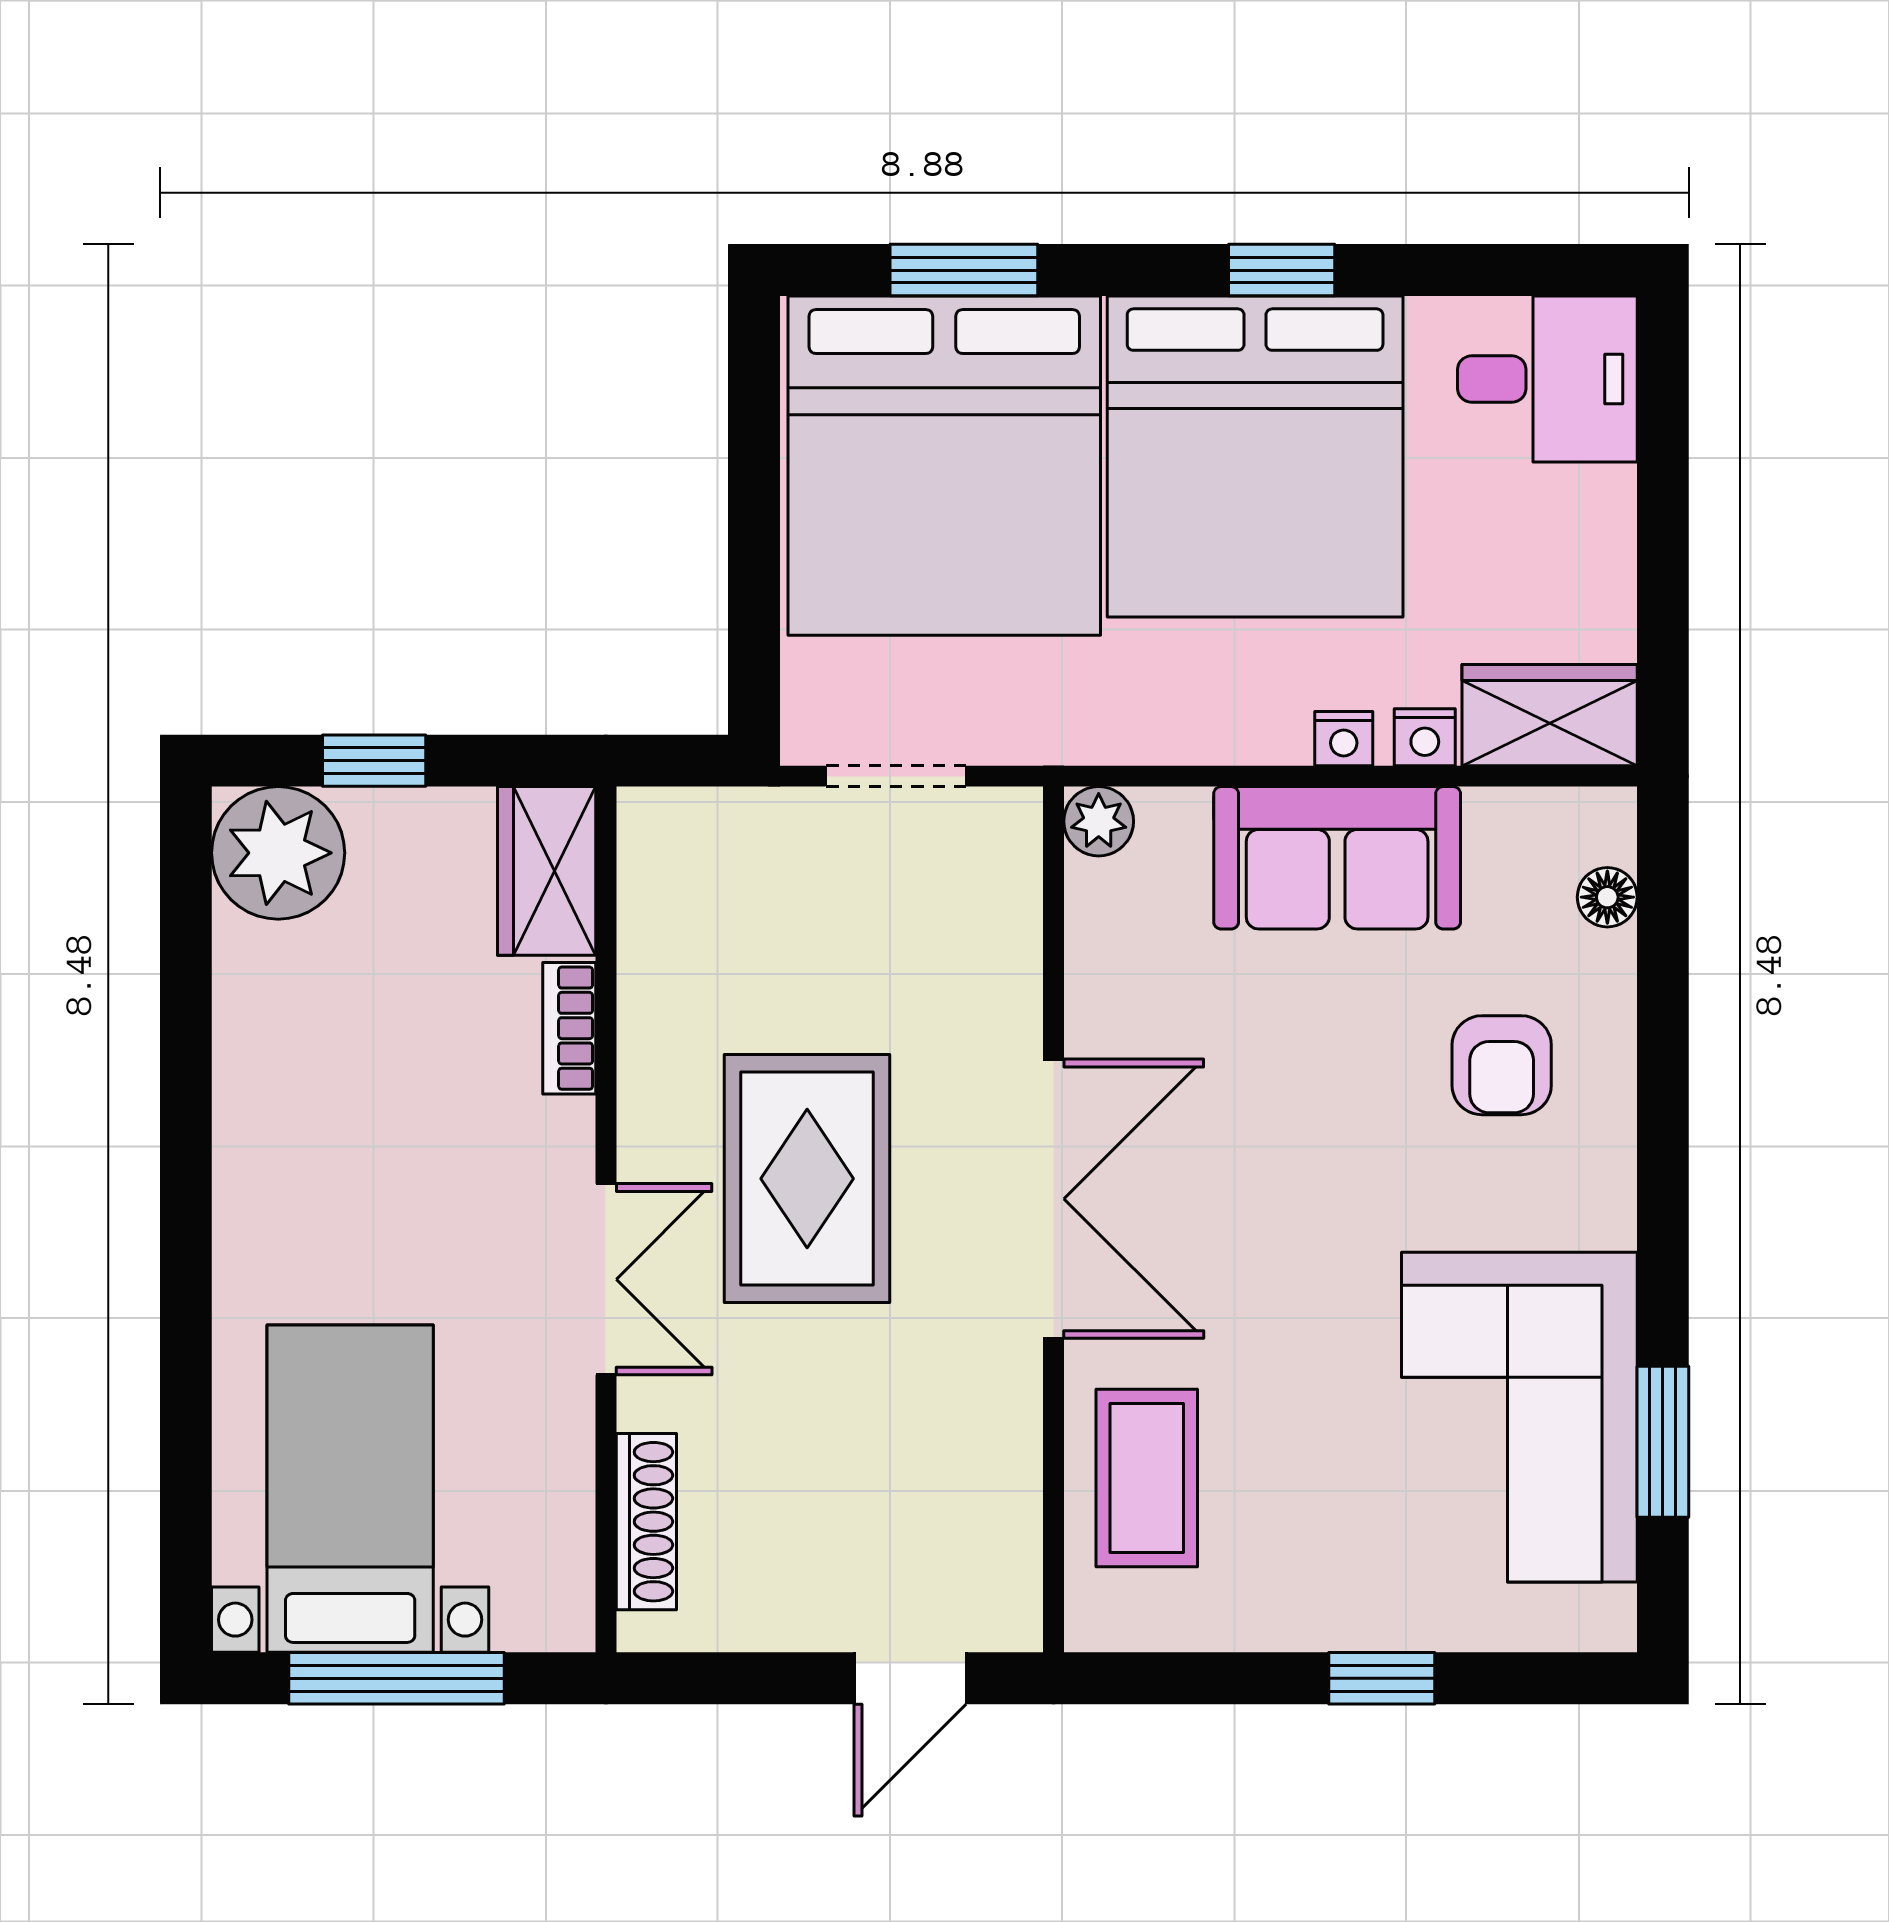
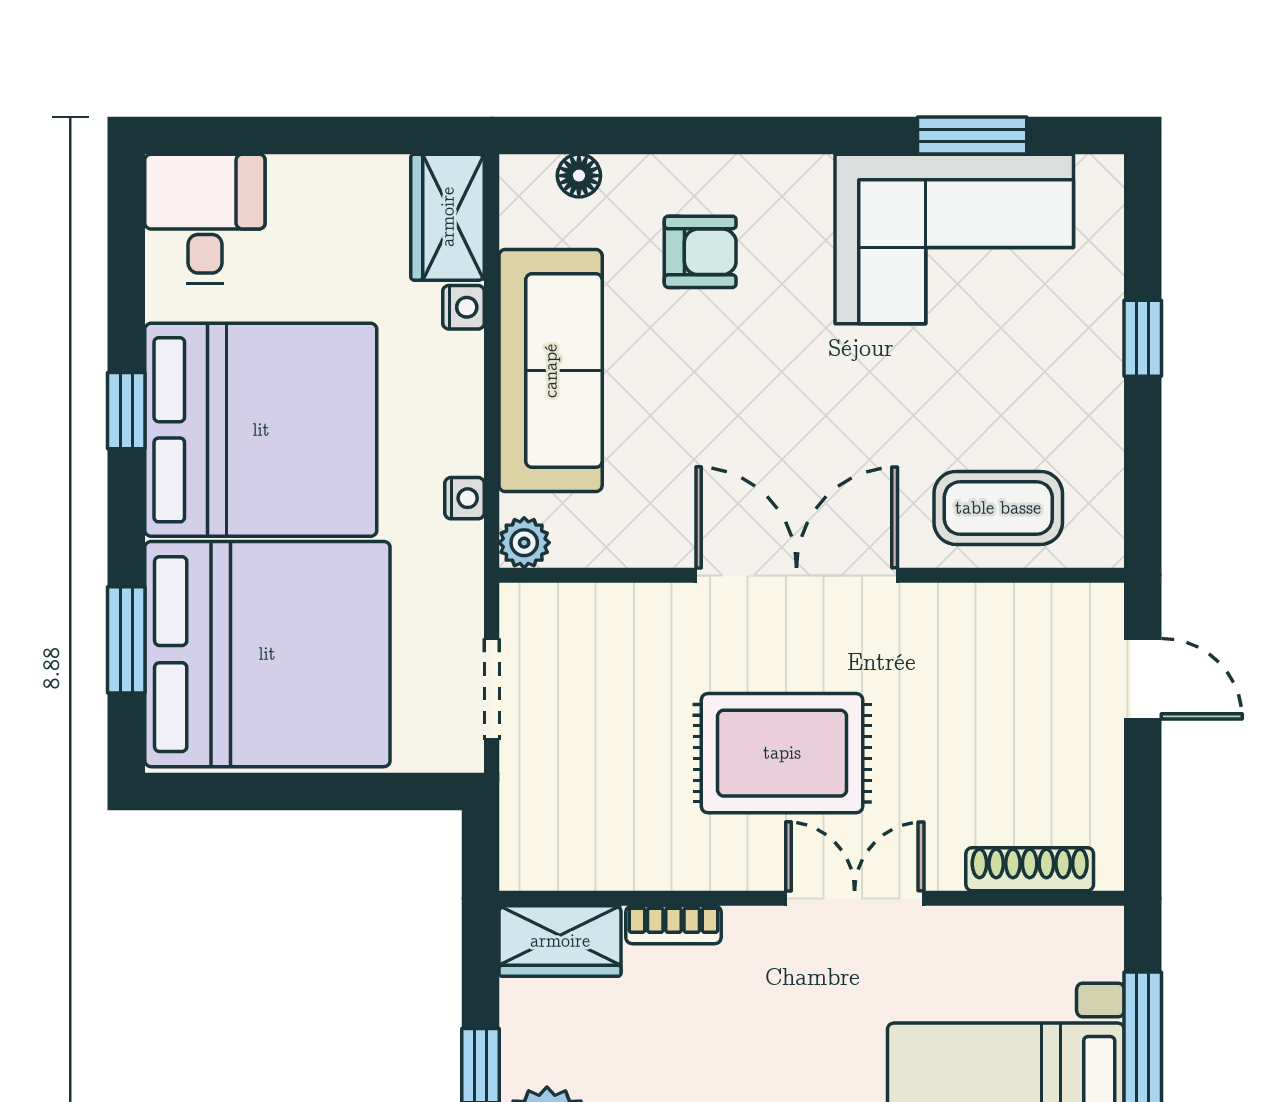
nightstand: (1344, 739) -> (464, 498), moved
sofa: (1337, 858) -> (551, 371), width x1.36

